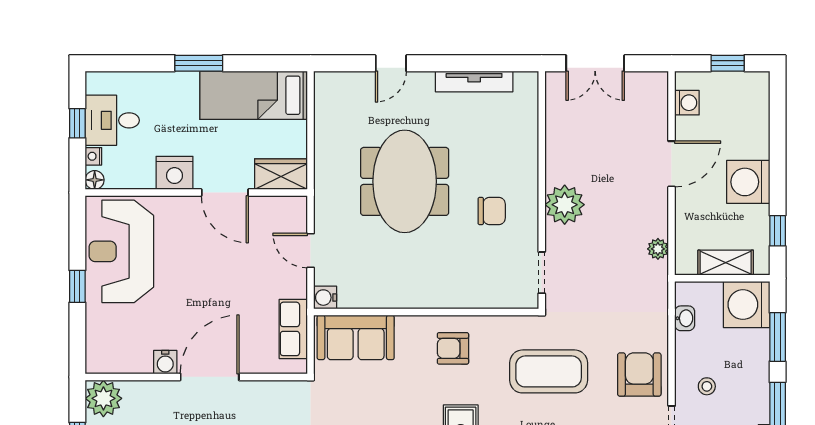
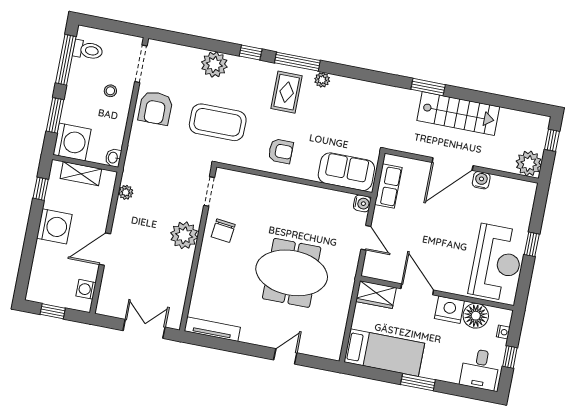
tv unit: (474, 82) -> (212, 329), moved
desk: (112, 120) -> (480, 369), moved, turned 90
floor lamp: (95, 180) -> (476, 316), moved, width x1.89, depth x1.89
meeting table: (405, 181) -> (292, 273), turned 90
chair: (492, 211) -> (223, 231), moved, turned -83
washbasin: (685, 318) -> (113, 158), moved

